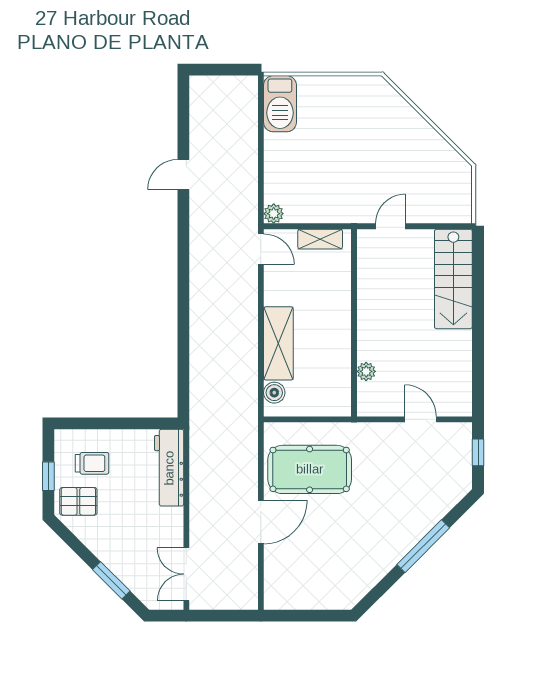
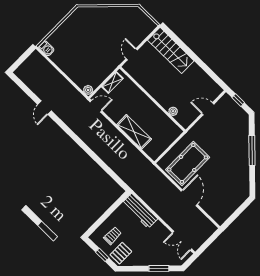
barbecue: (280, 104) -> (46, 48), width x0.53, depth x0.65
boiler: (274, 393) -> (149, 150), removed

